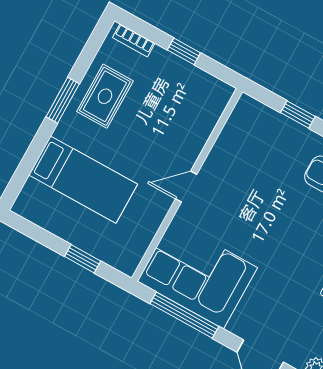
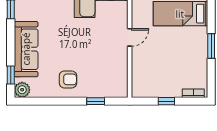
rug: (105, 96) -> (192, 59), removed

